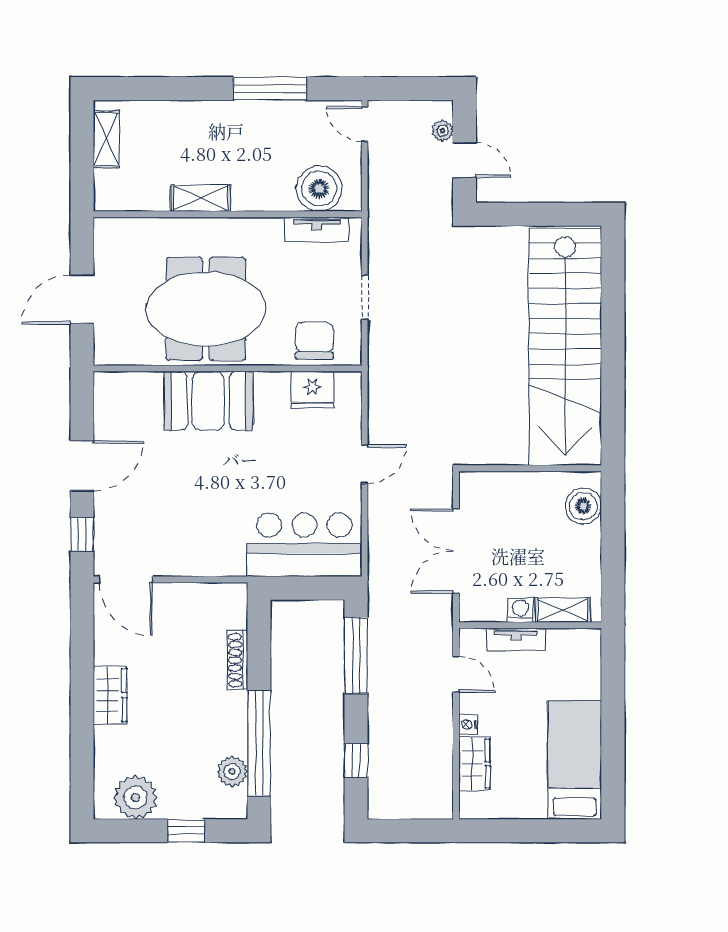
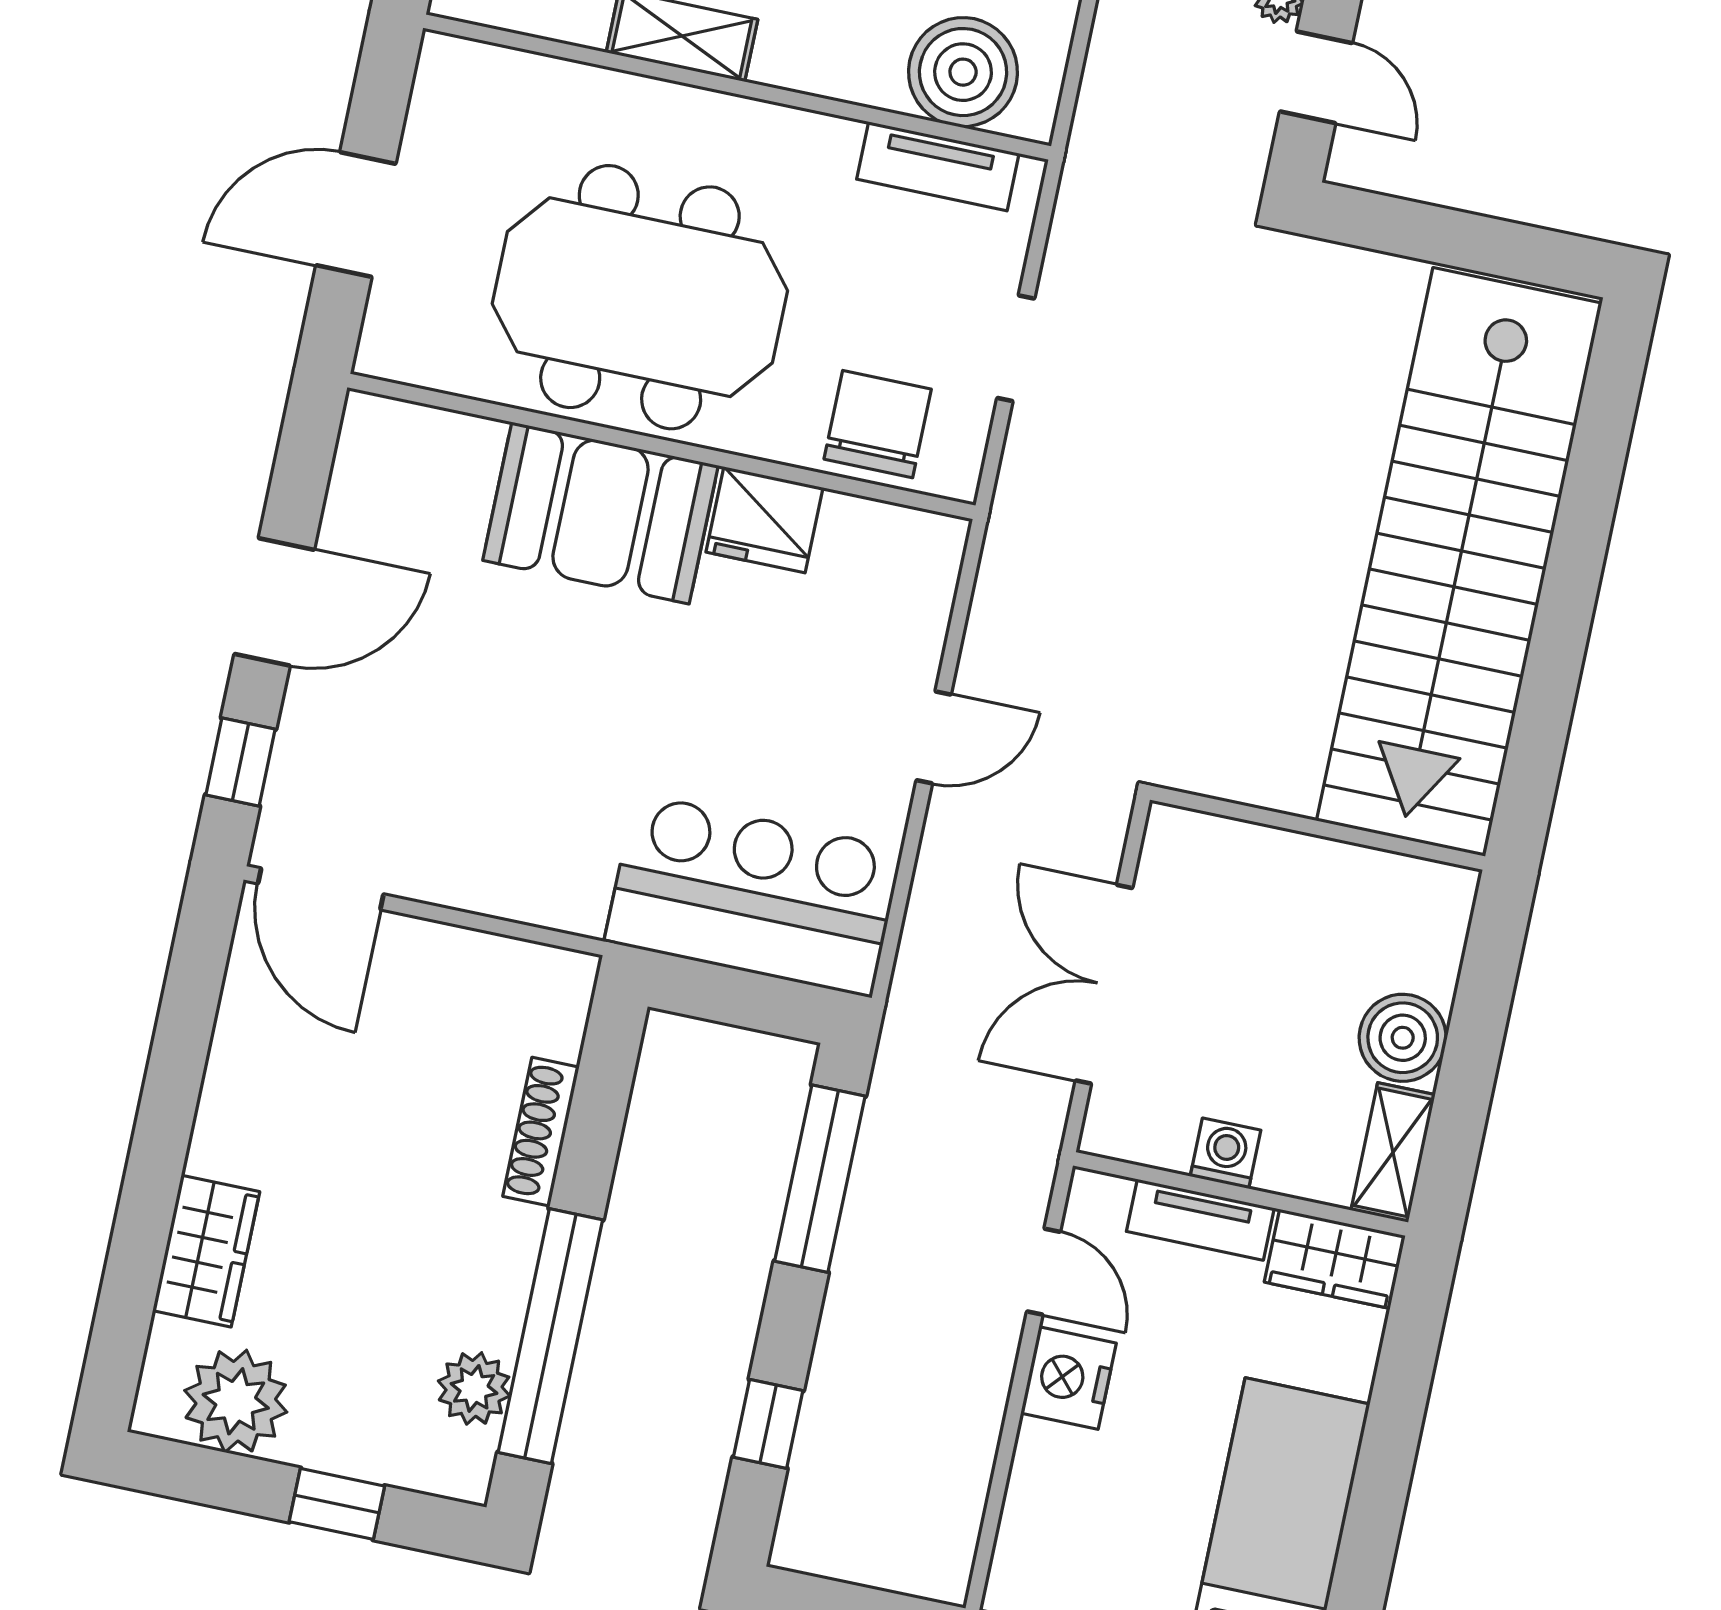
fridge: (312, 390) -> (764, 520), moved
boiler: (583, 506) -> (1403, 1038), moved
shelving: (563, 610) -> (1393, 1152), moved, turned 90
wardrobe: (110, 695) -> (206, 1251), moved
nightstand: (468, 724) -> (1068, 1378), width x1.89, depth x1.79
wardrobe: (474, 764) -> (1335, 1259), moved, turned 90

